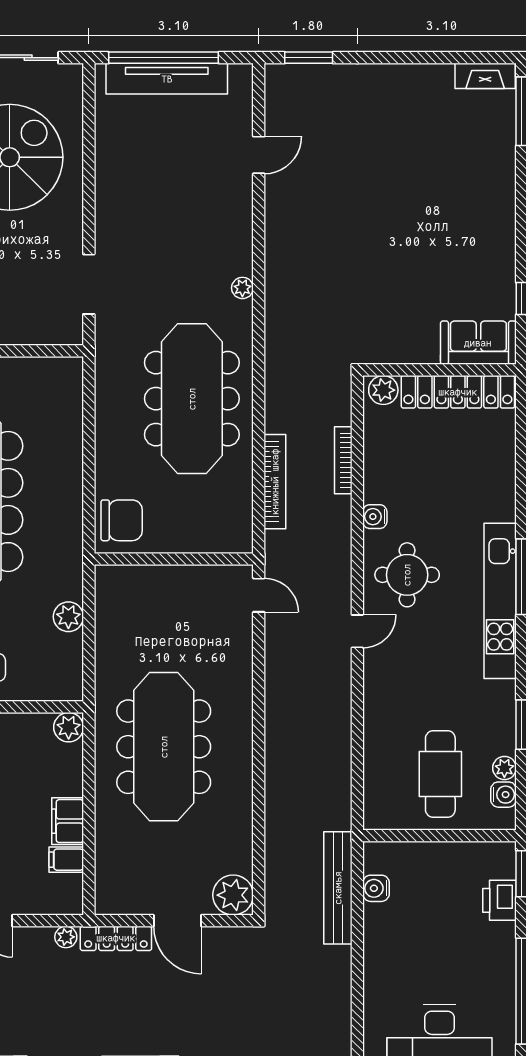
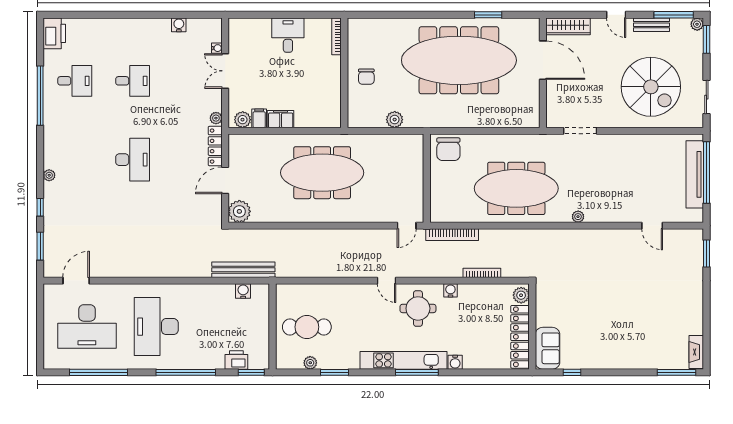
bookcase: (275, 482) -> (452, 235), moved
plant: (69, 727) -> (243, 120), moved
water cooler: (504, 795) -> (455, 362), moved

